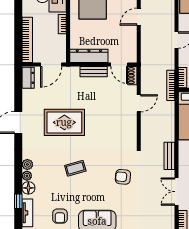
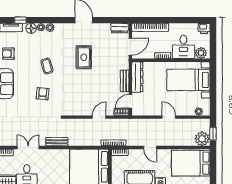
door: (51, 65) -> (130, 47), swing flipped
door: (139, 103) -> (99, 117), swing flipped
rug: (64, 122) -> (84, 57), width x0.73, depth x0.70
armchair: (123, 177) -> (43, 94), moved

